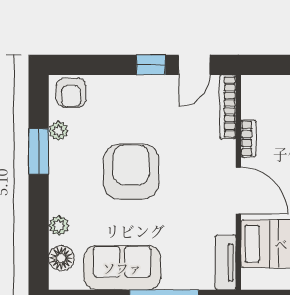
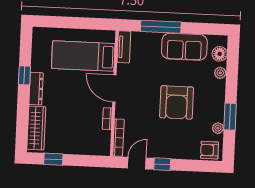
armchair: (71, 93) -> (210, 150), turned -90

